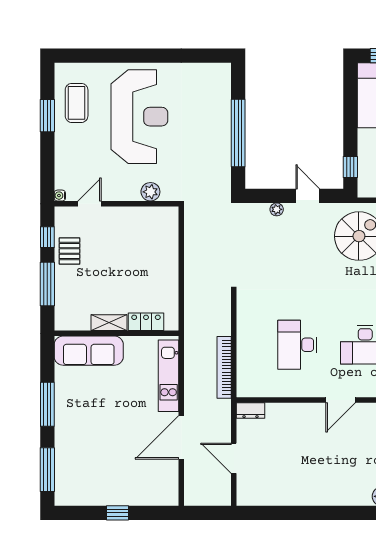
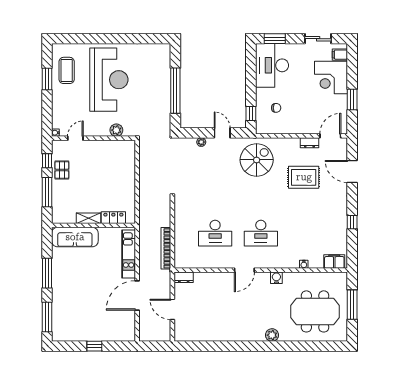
desk: (297, 345) -> (215, 233), turned -90

